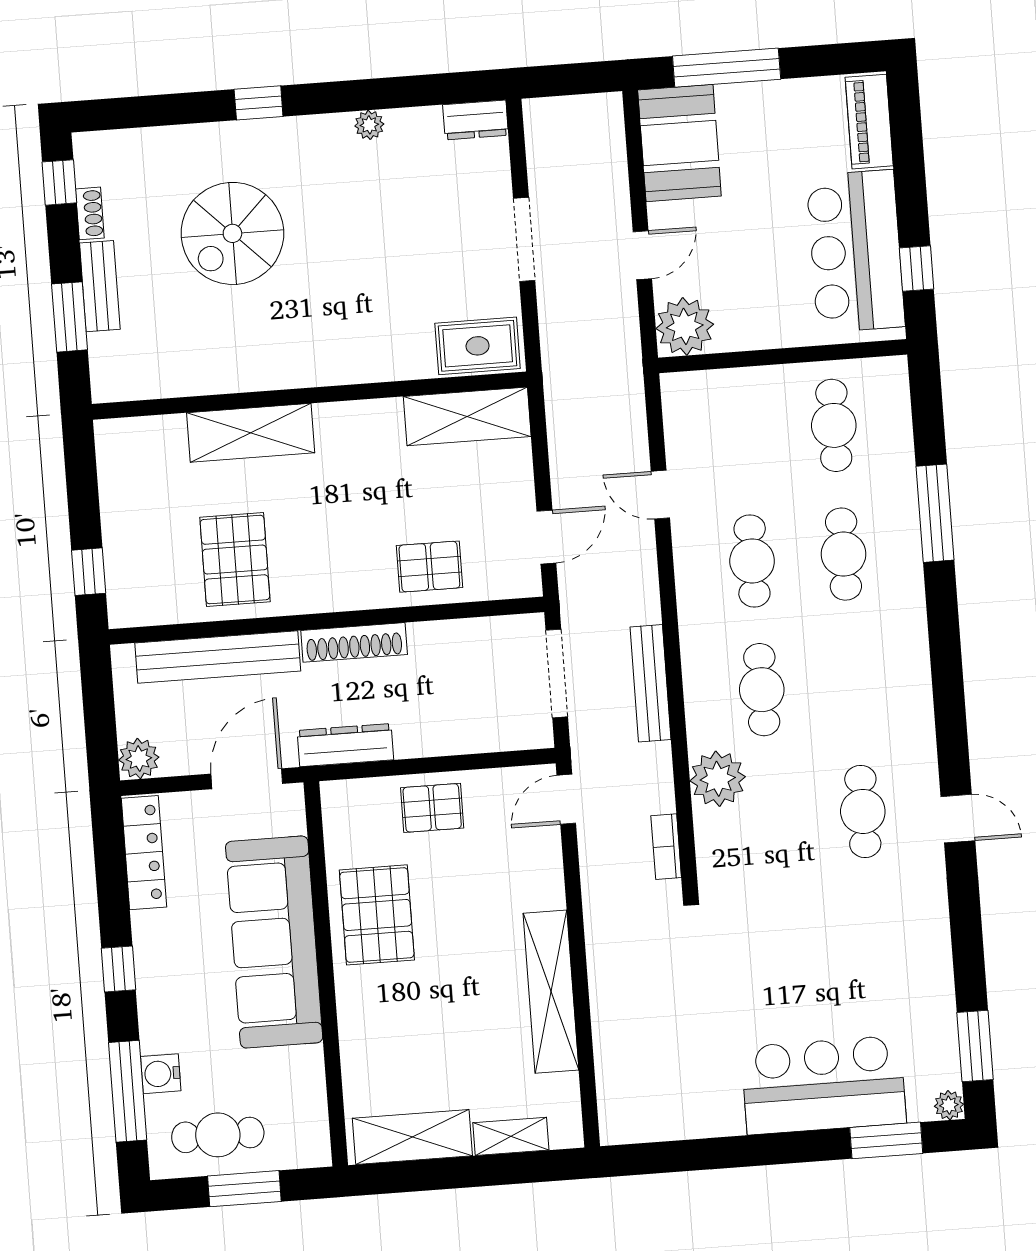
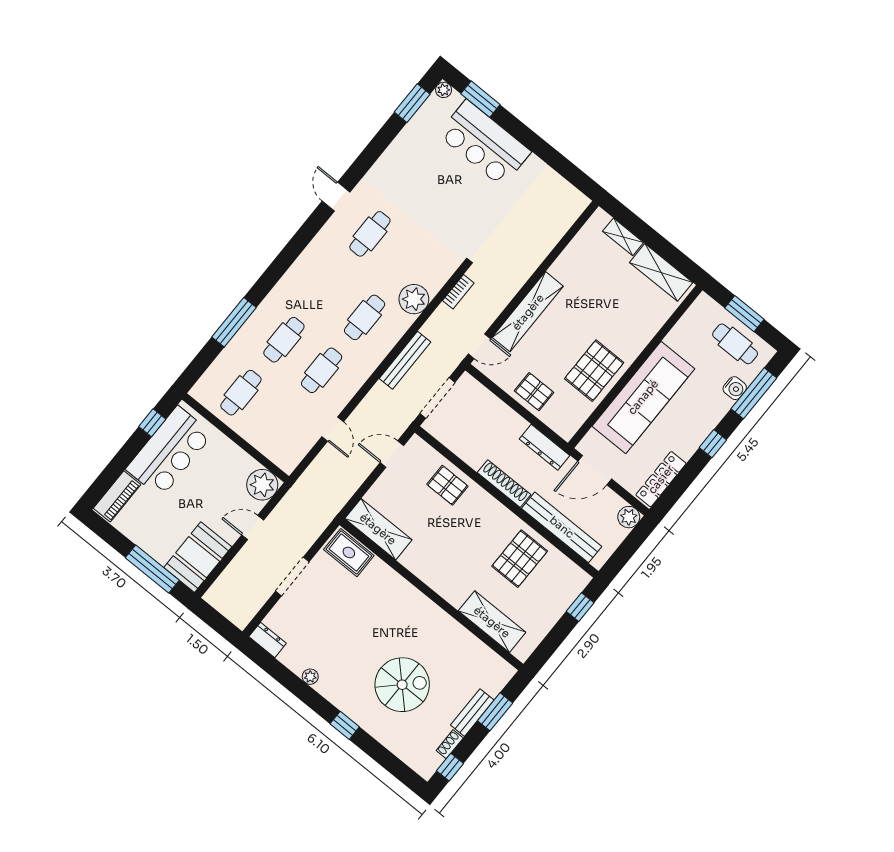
shelving: (251, 433) -> (492, 622), moved
shelving: (551, 992) -> (528, 312), moved

